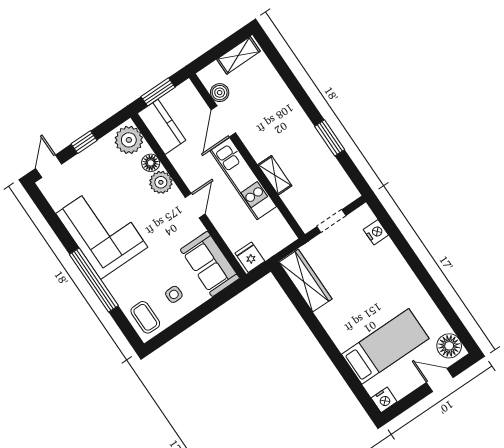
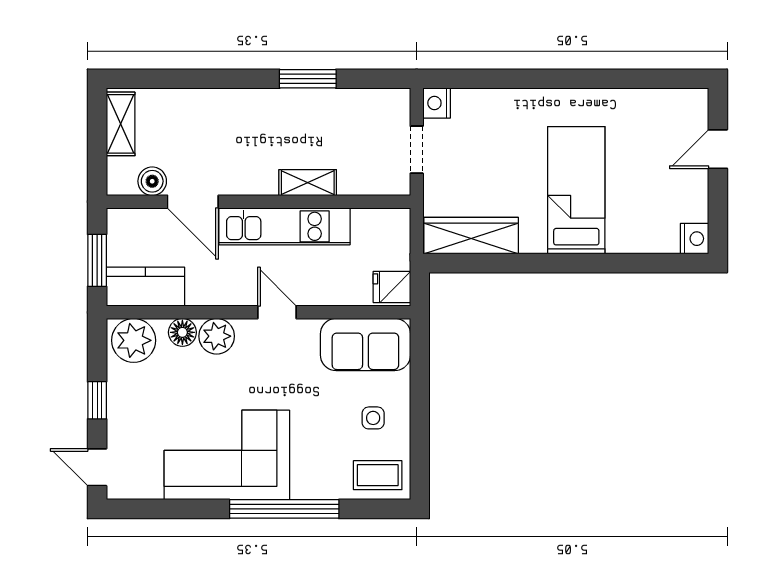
nightstand: (376, 232) -> (437, 103), moved, turned -90
bed: (385, 346) -> (576, 190), moved
floor lamp: (449, 346) -> (682, 107), removed

